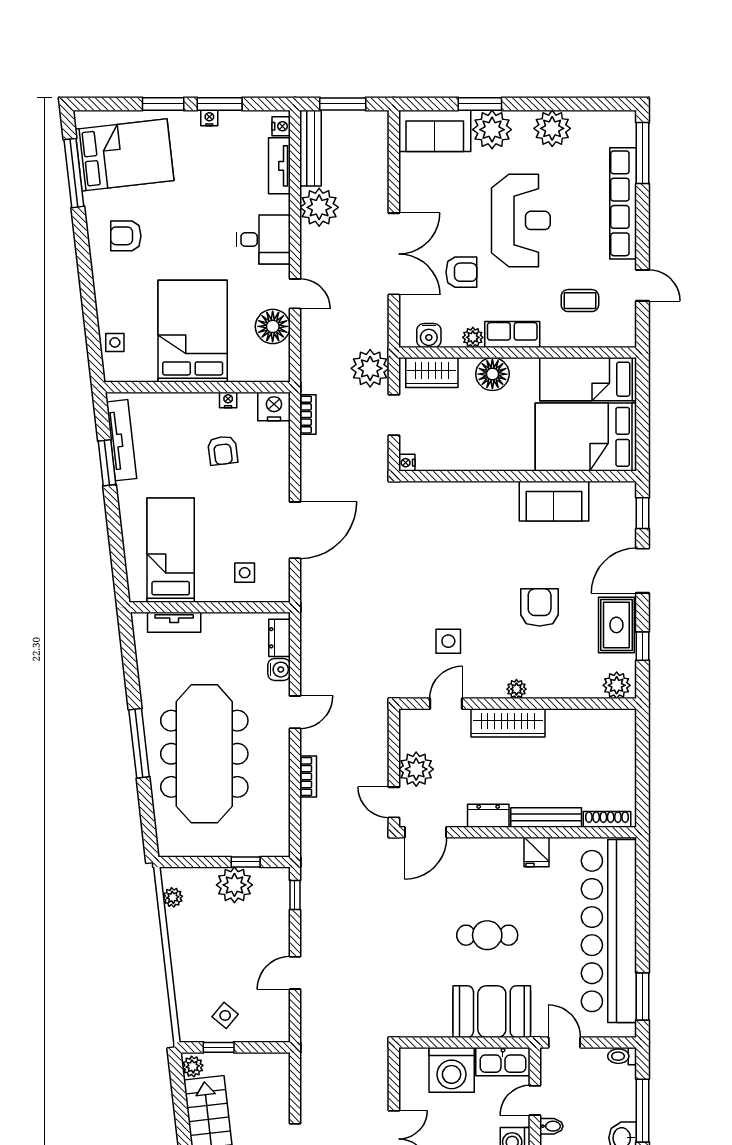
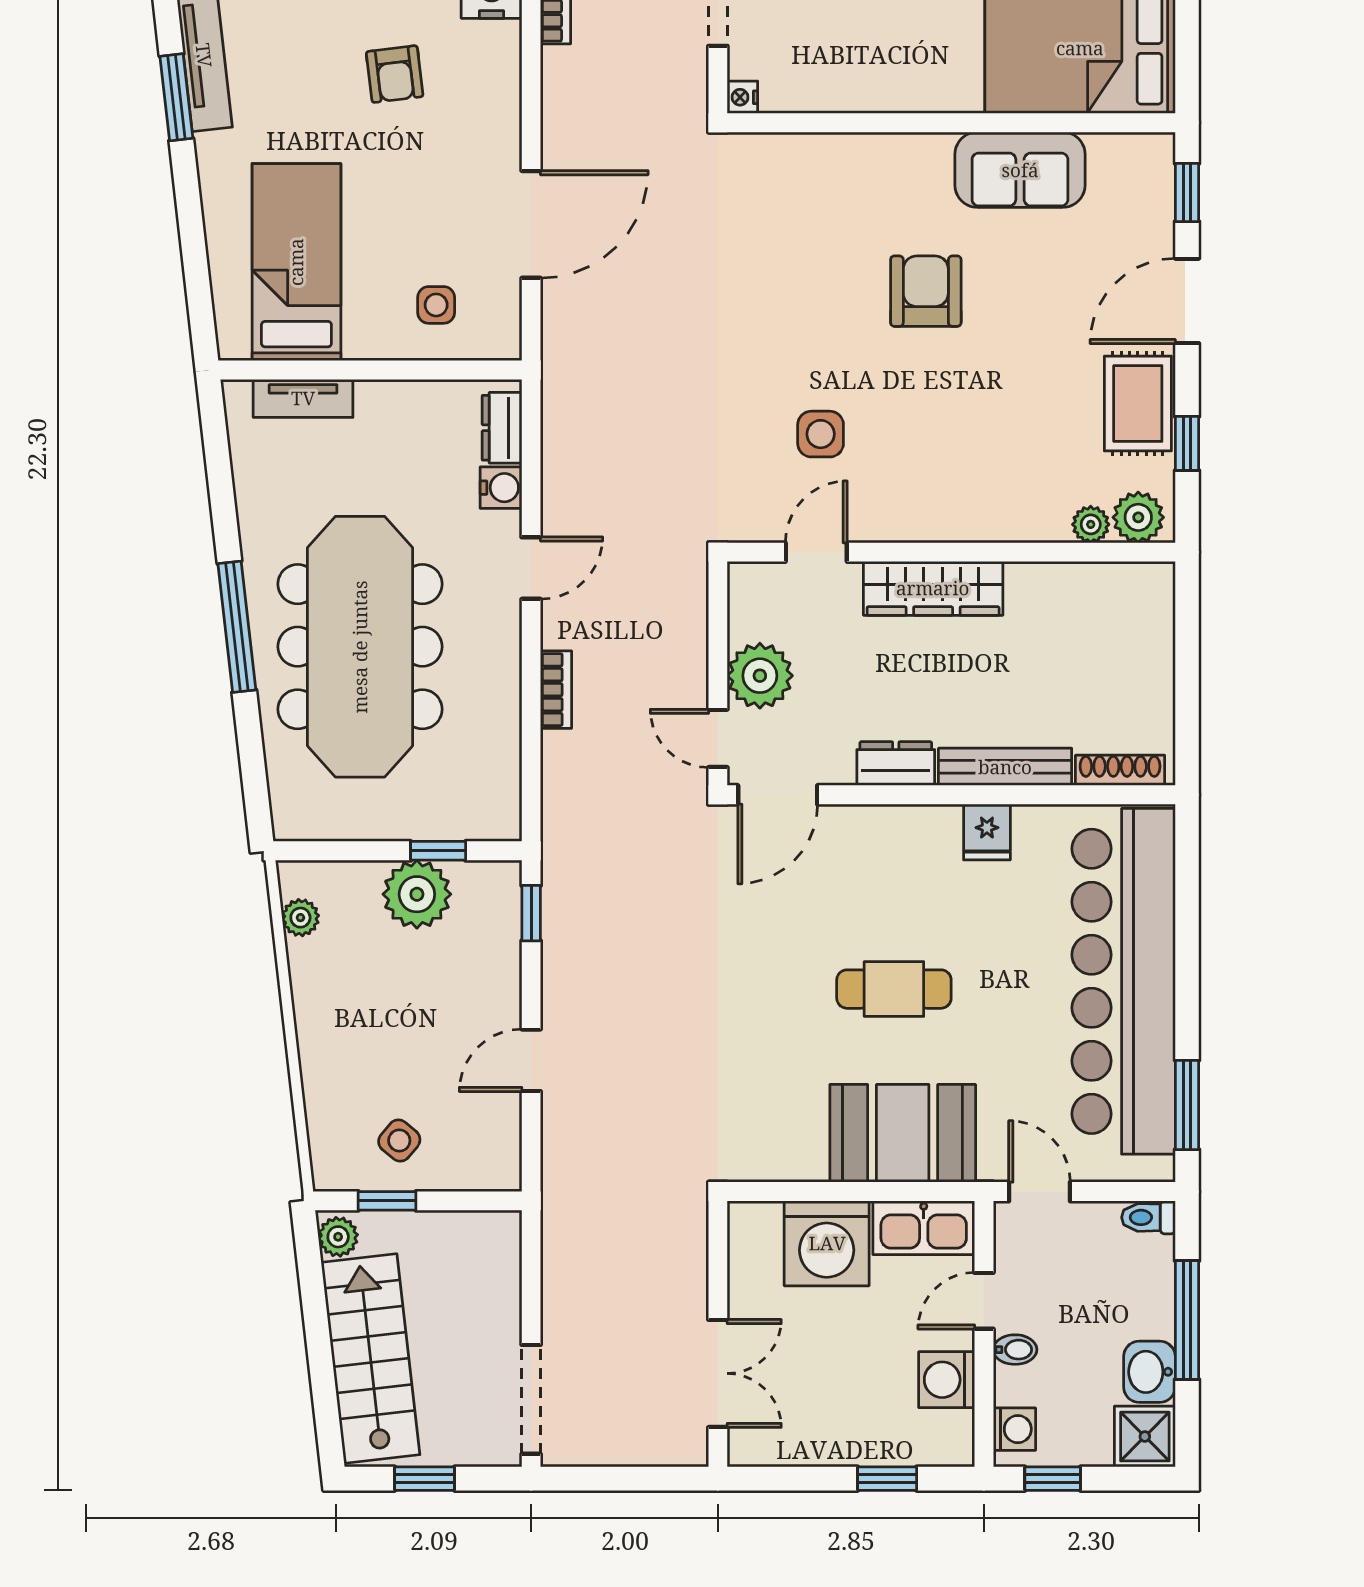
armchair: (540, 607) -> (926, 291), moved
plant: (516, 689) -> (1091, 524), moved

